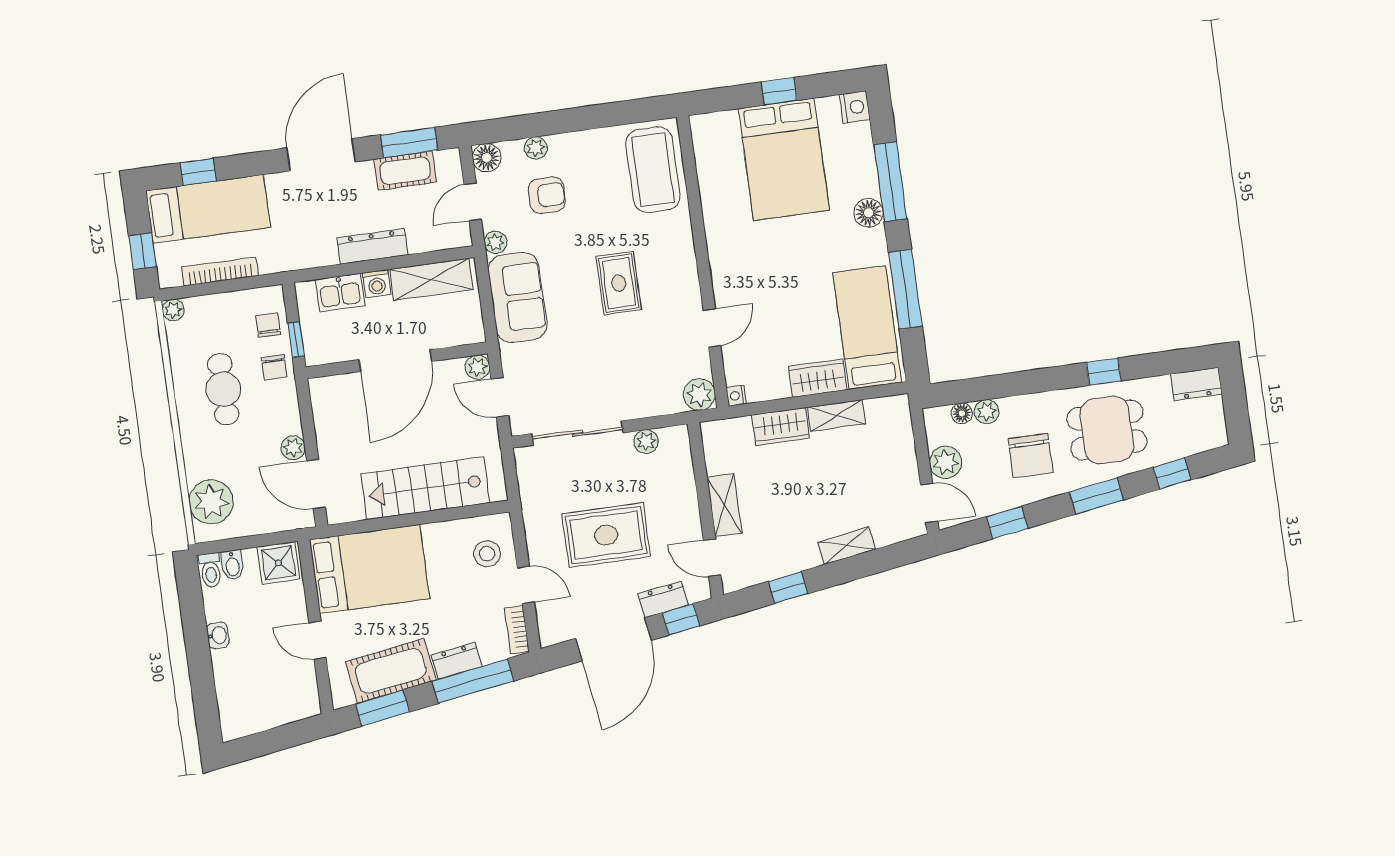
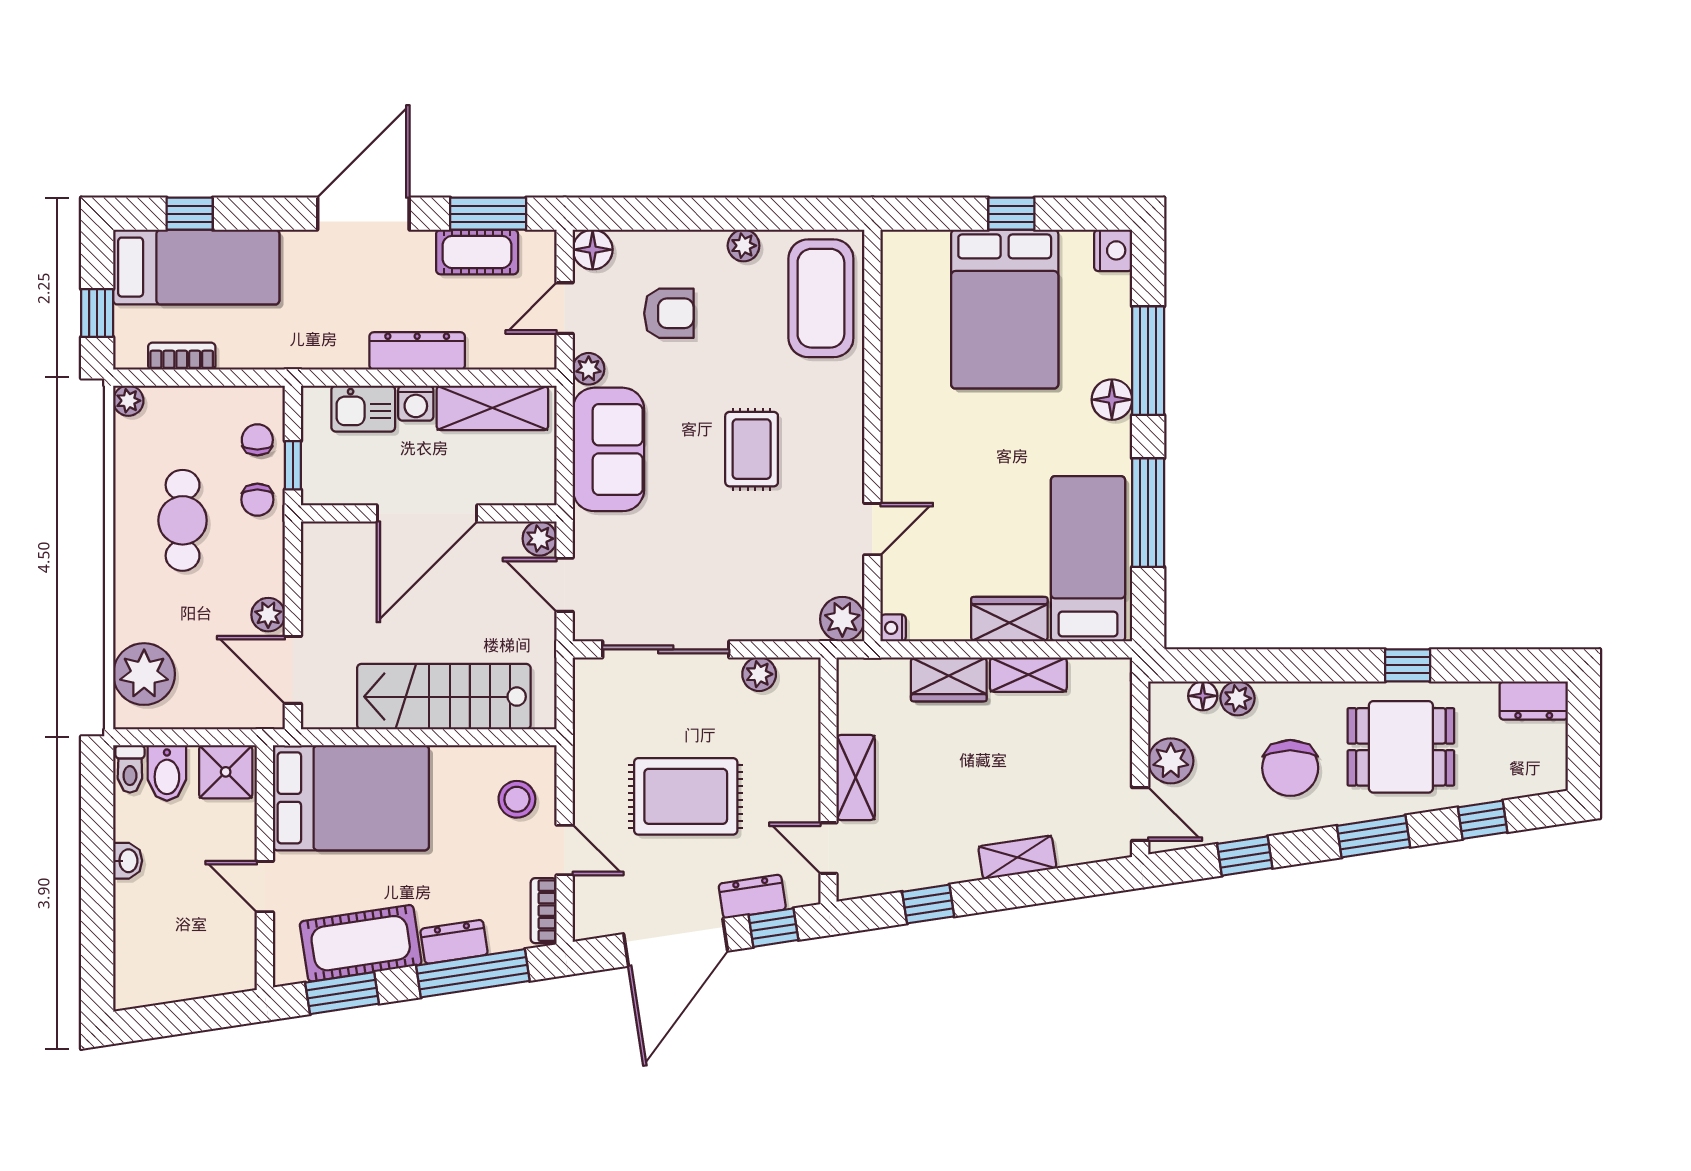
plant: (536, 148) -> (744, 246), moved
bookcase: (220, 271) -> (182, 356), width x0.64
bidet: (233, 565) -> (167, 773), width x1.38, depth x1.36

